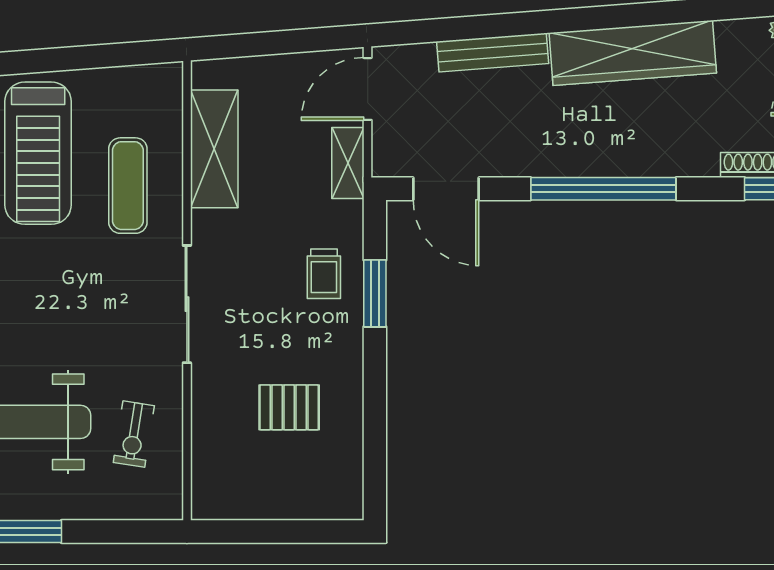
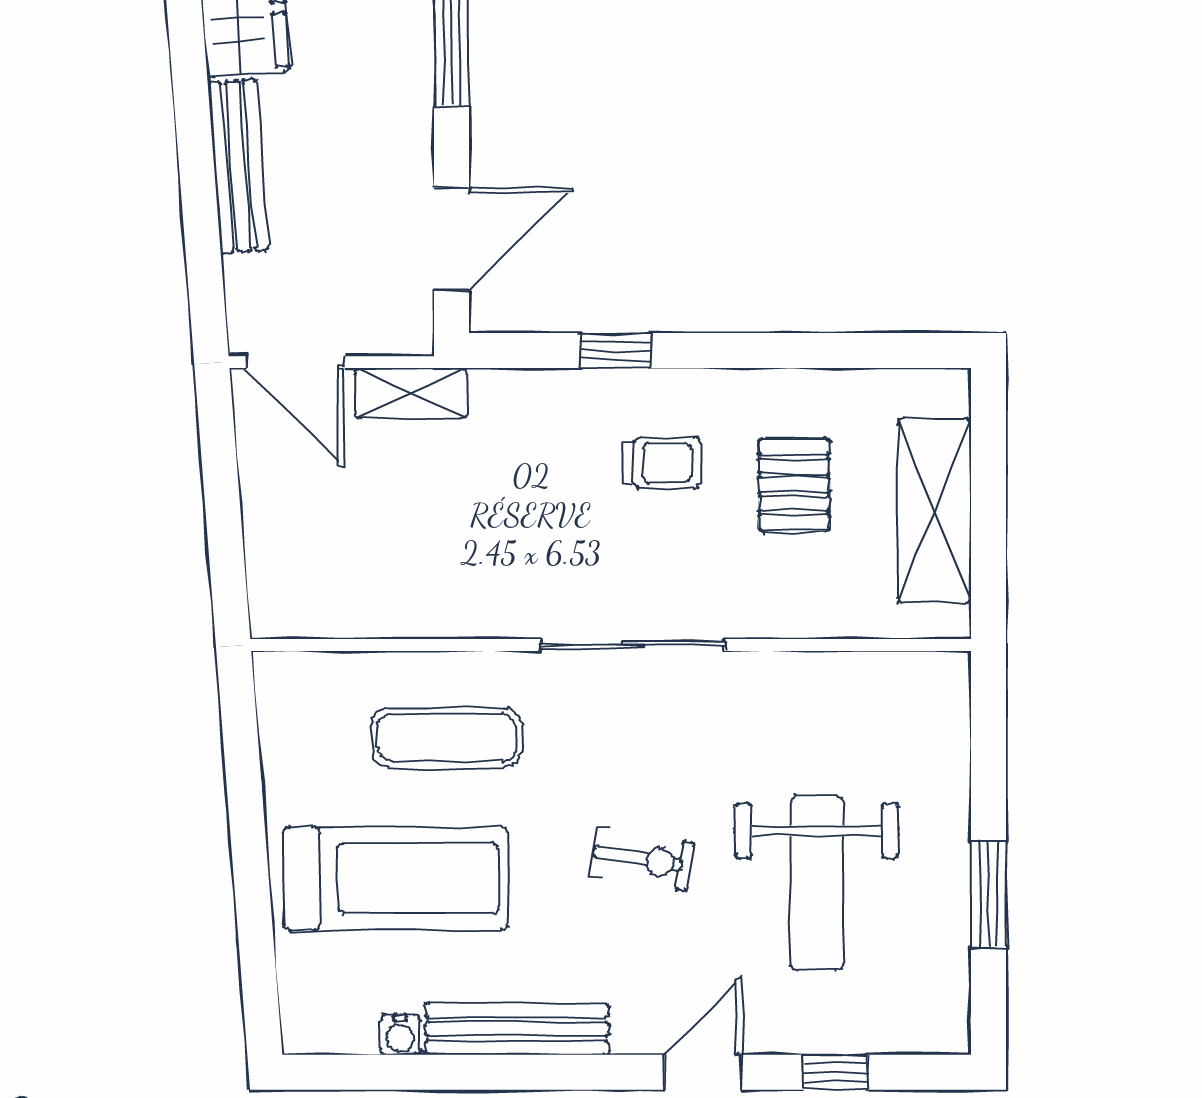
shelving: (214, 149) -> (934, 511), moved, turned 90
trolley: (324, 274) -> (662, 463), moved
window: (375, 293) -> (615, 351), width x0.67
exercise bike: (134, 434) -> (642, 859), moved

